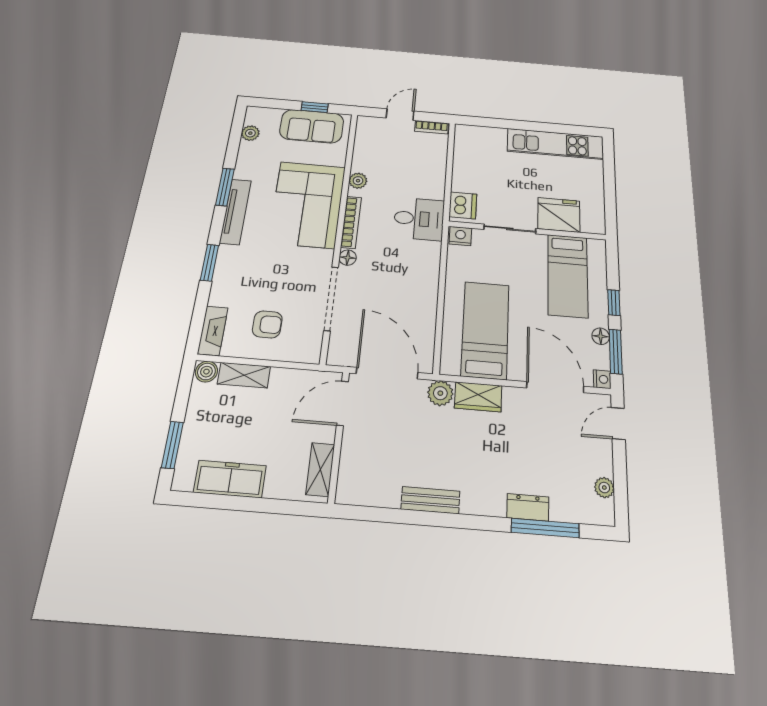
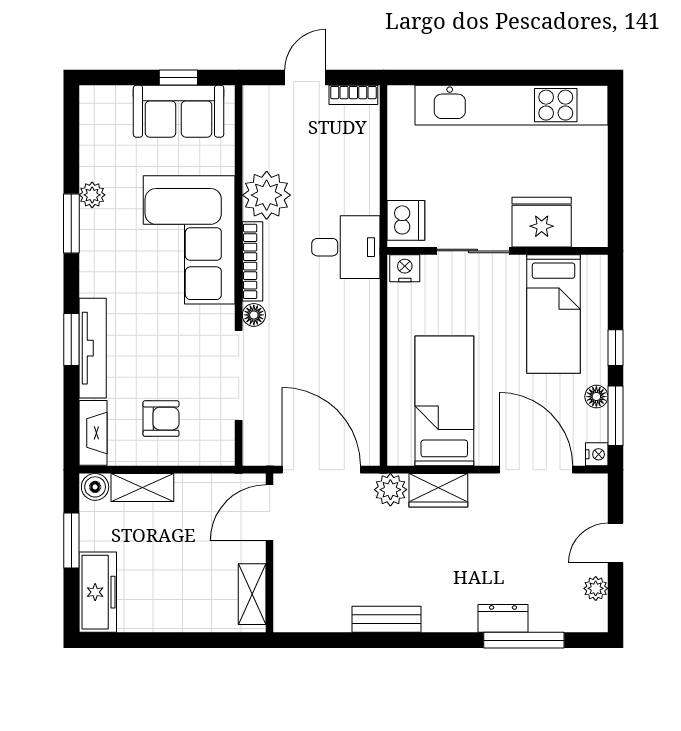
plant: (250, 133) -> (92, 195), moved
kitchen unit: (555, 144) -> (511, 105), width x1.36
plant: (358, 181) -> (267, 195), width x1.87, depth x1.87
tv unit: (236, 212) -> (93, 348), moved
door: (618, 424) -> (616, 543), moved
window: (172, 445) -> (71, 541), moved
freezer: (230, 479) -> (98, 592), moved, turned 90

